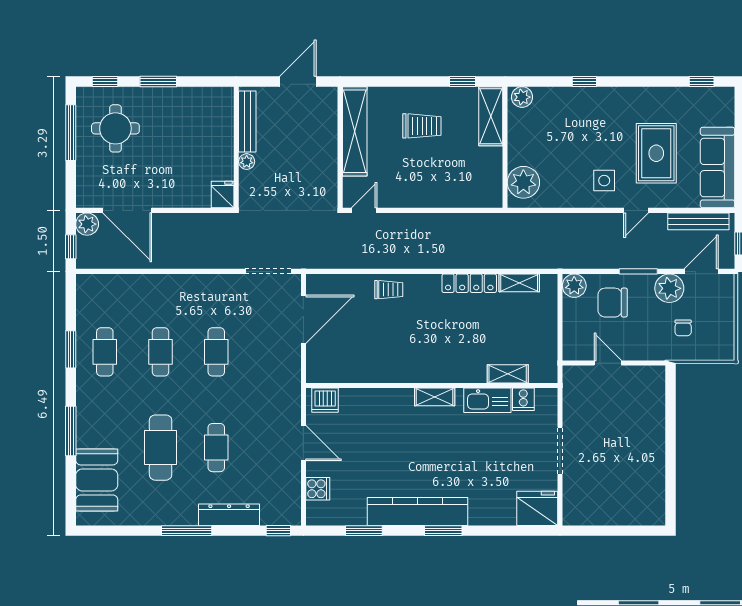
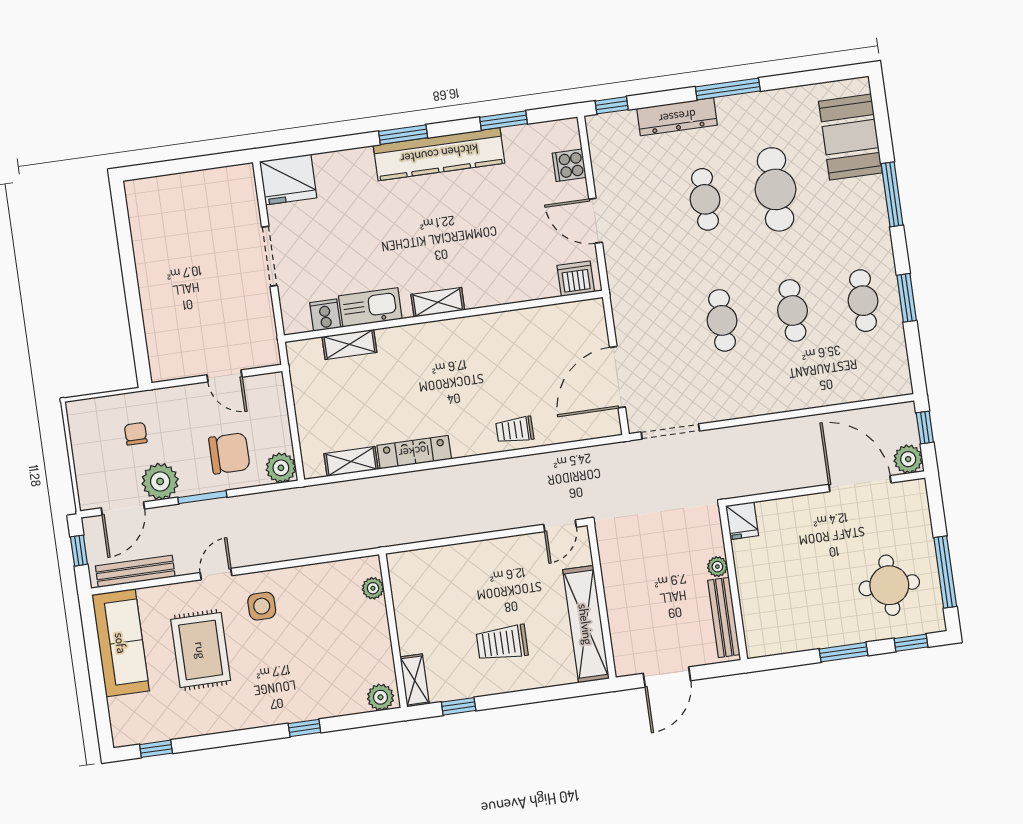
shelving: (491, 116) -> (415, 680), width x0.67, depth x0.75
plant: (523, 182) -> (373, 588), width x0.53, depth x0.53

